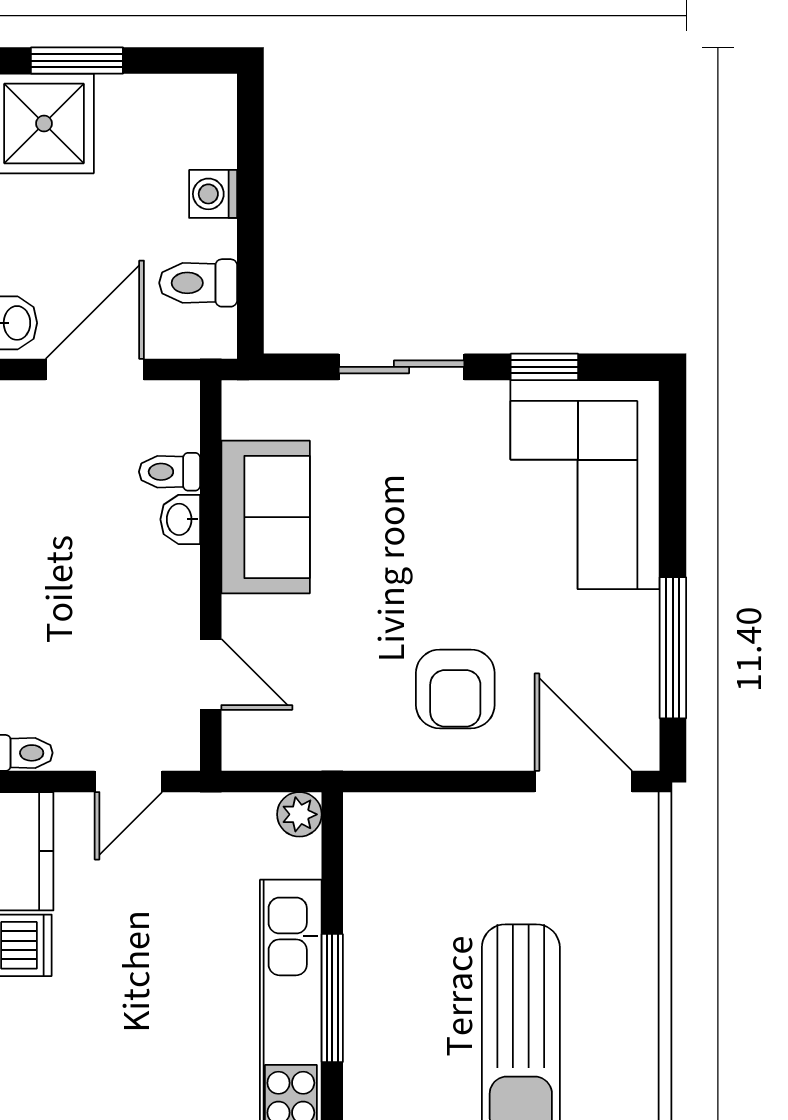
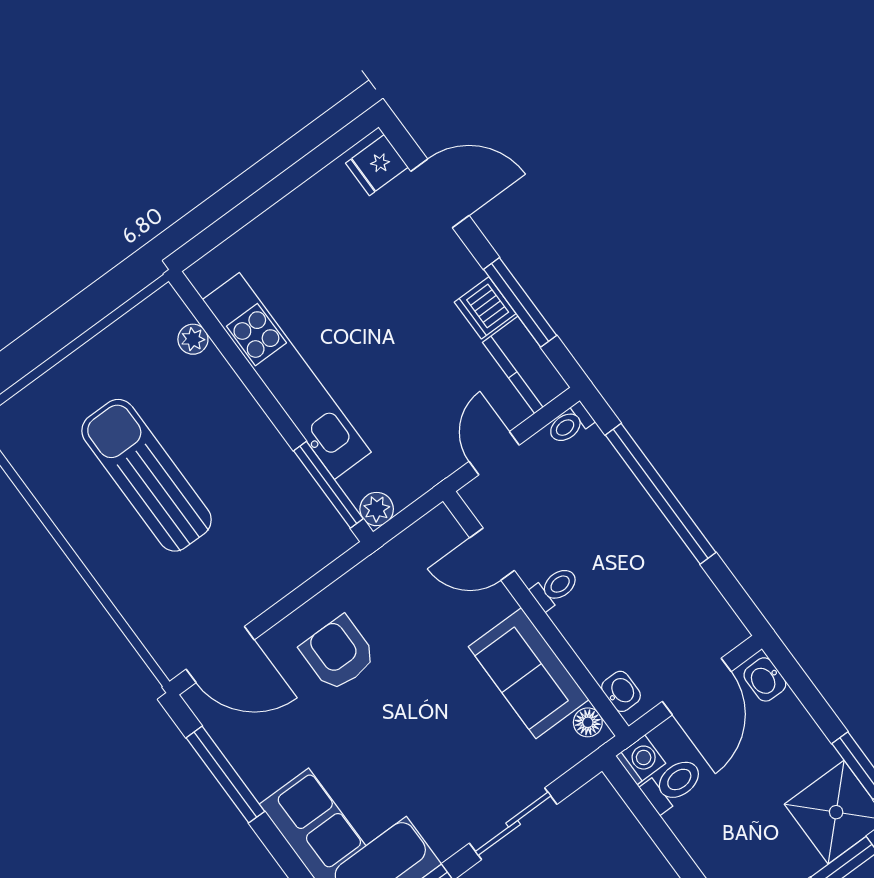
washing machine: (213, 194) -> (641, 760), moved
floor lamp: (241, 417) -> (588, 722), added
toilet: (170, 472) -> (555, 588), moved
washbasin: (180, 519) -> (621, 691), moved
window: (332, 998) -> (328, 485), moved

